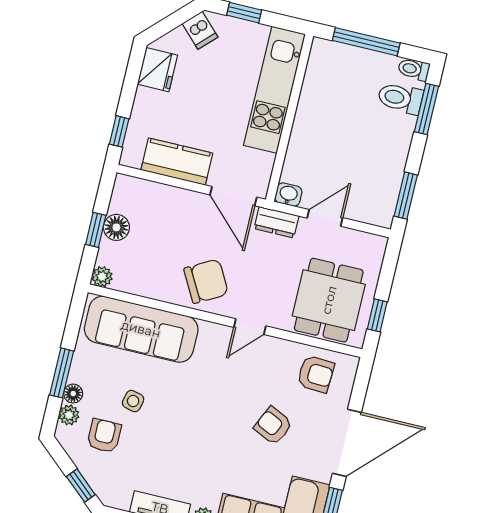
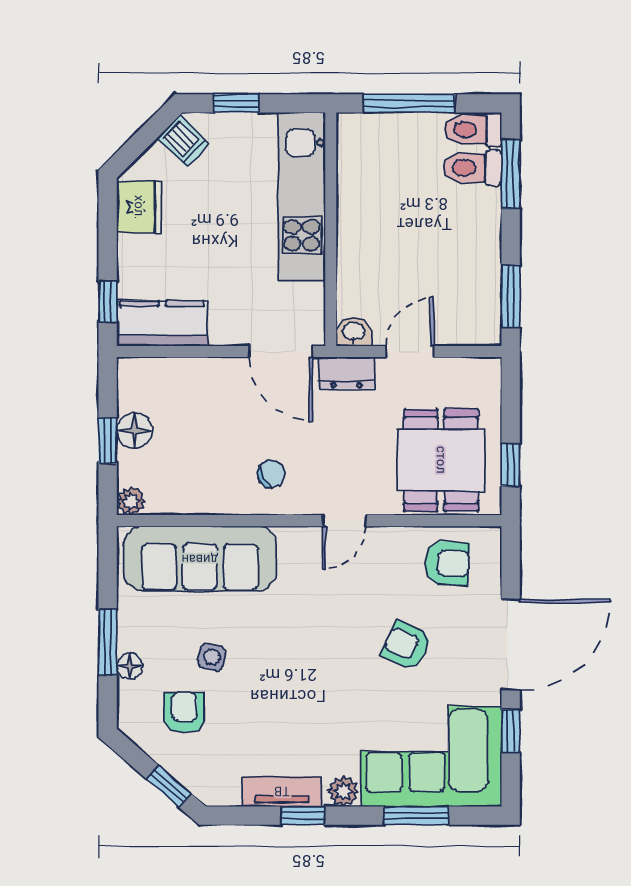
toilet: (414, 69) -> (473, 130), width x1.37, depth x1.39
kitchen counter: (177, 162) -> (162, 323), moved
chair: (206, 281) -> (271, 474), width x0.54, depth x0.54
plant: (69, 415) -> (131, 696), removed

